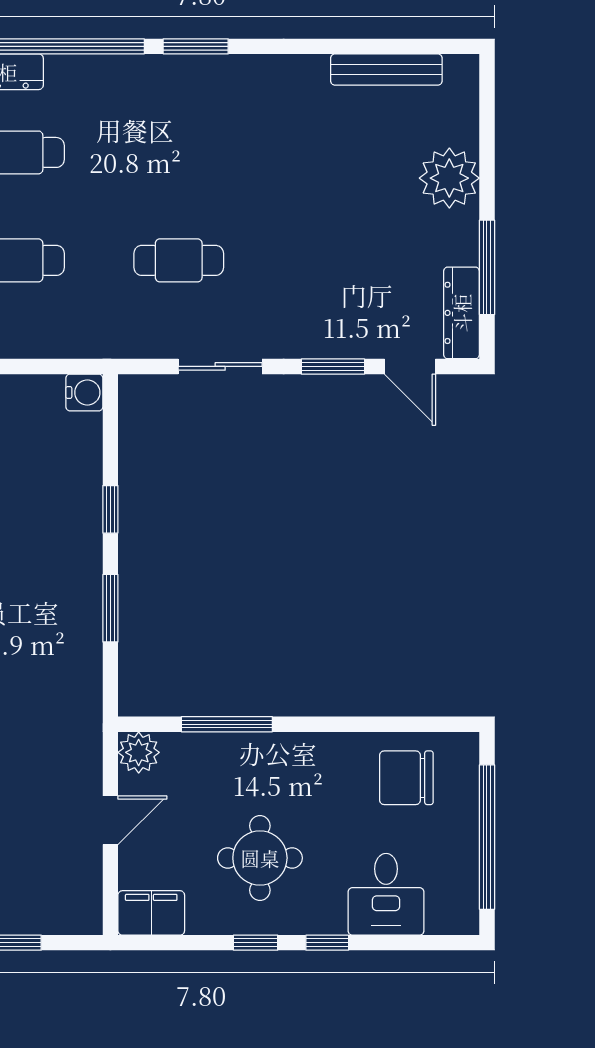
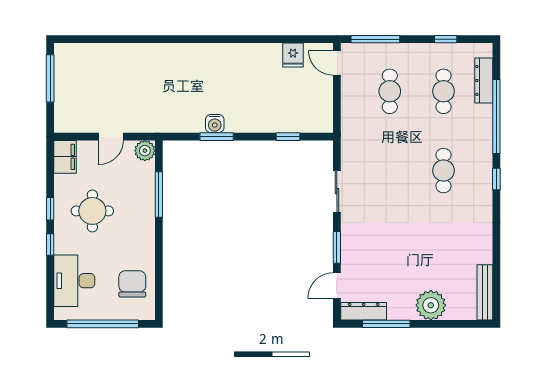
window: (196, 46) -> (496, 179), width x0.67
bench: (386, 70) -> (485, 292), moved
cafe table: (179, 260) -> (444, 171), moved
water cooler: (84, 392) -> (215, 124), moved
window: (110, 509) -> (288, 137), moved
door: (110, 820) -> (111, 137), hinge flipped
desk: (386, 894) -> (74, 281), width x1.37

